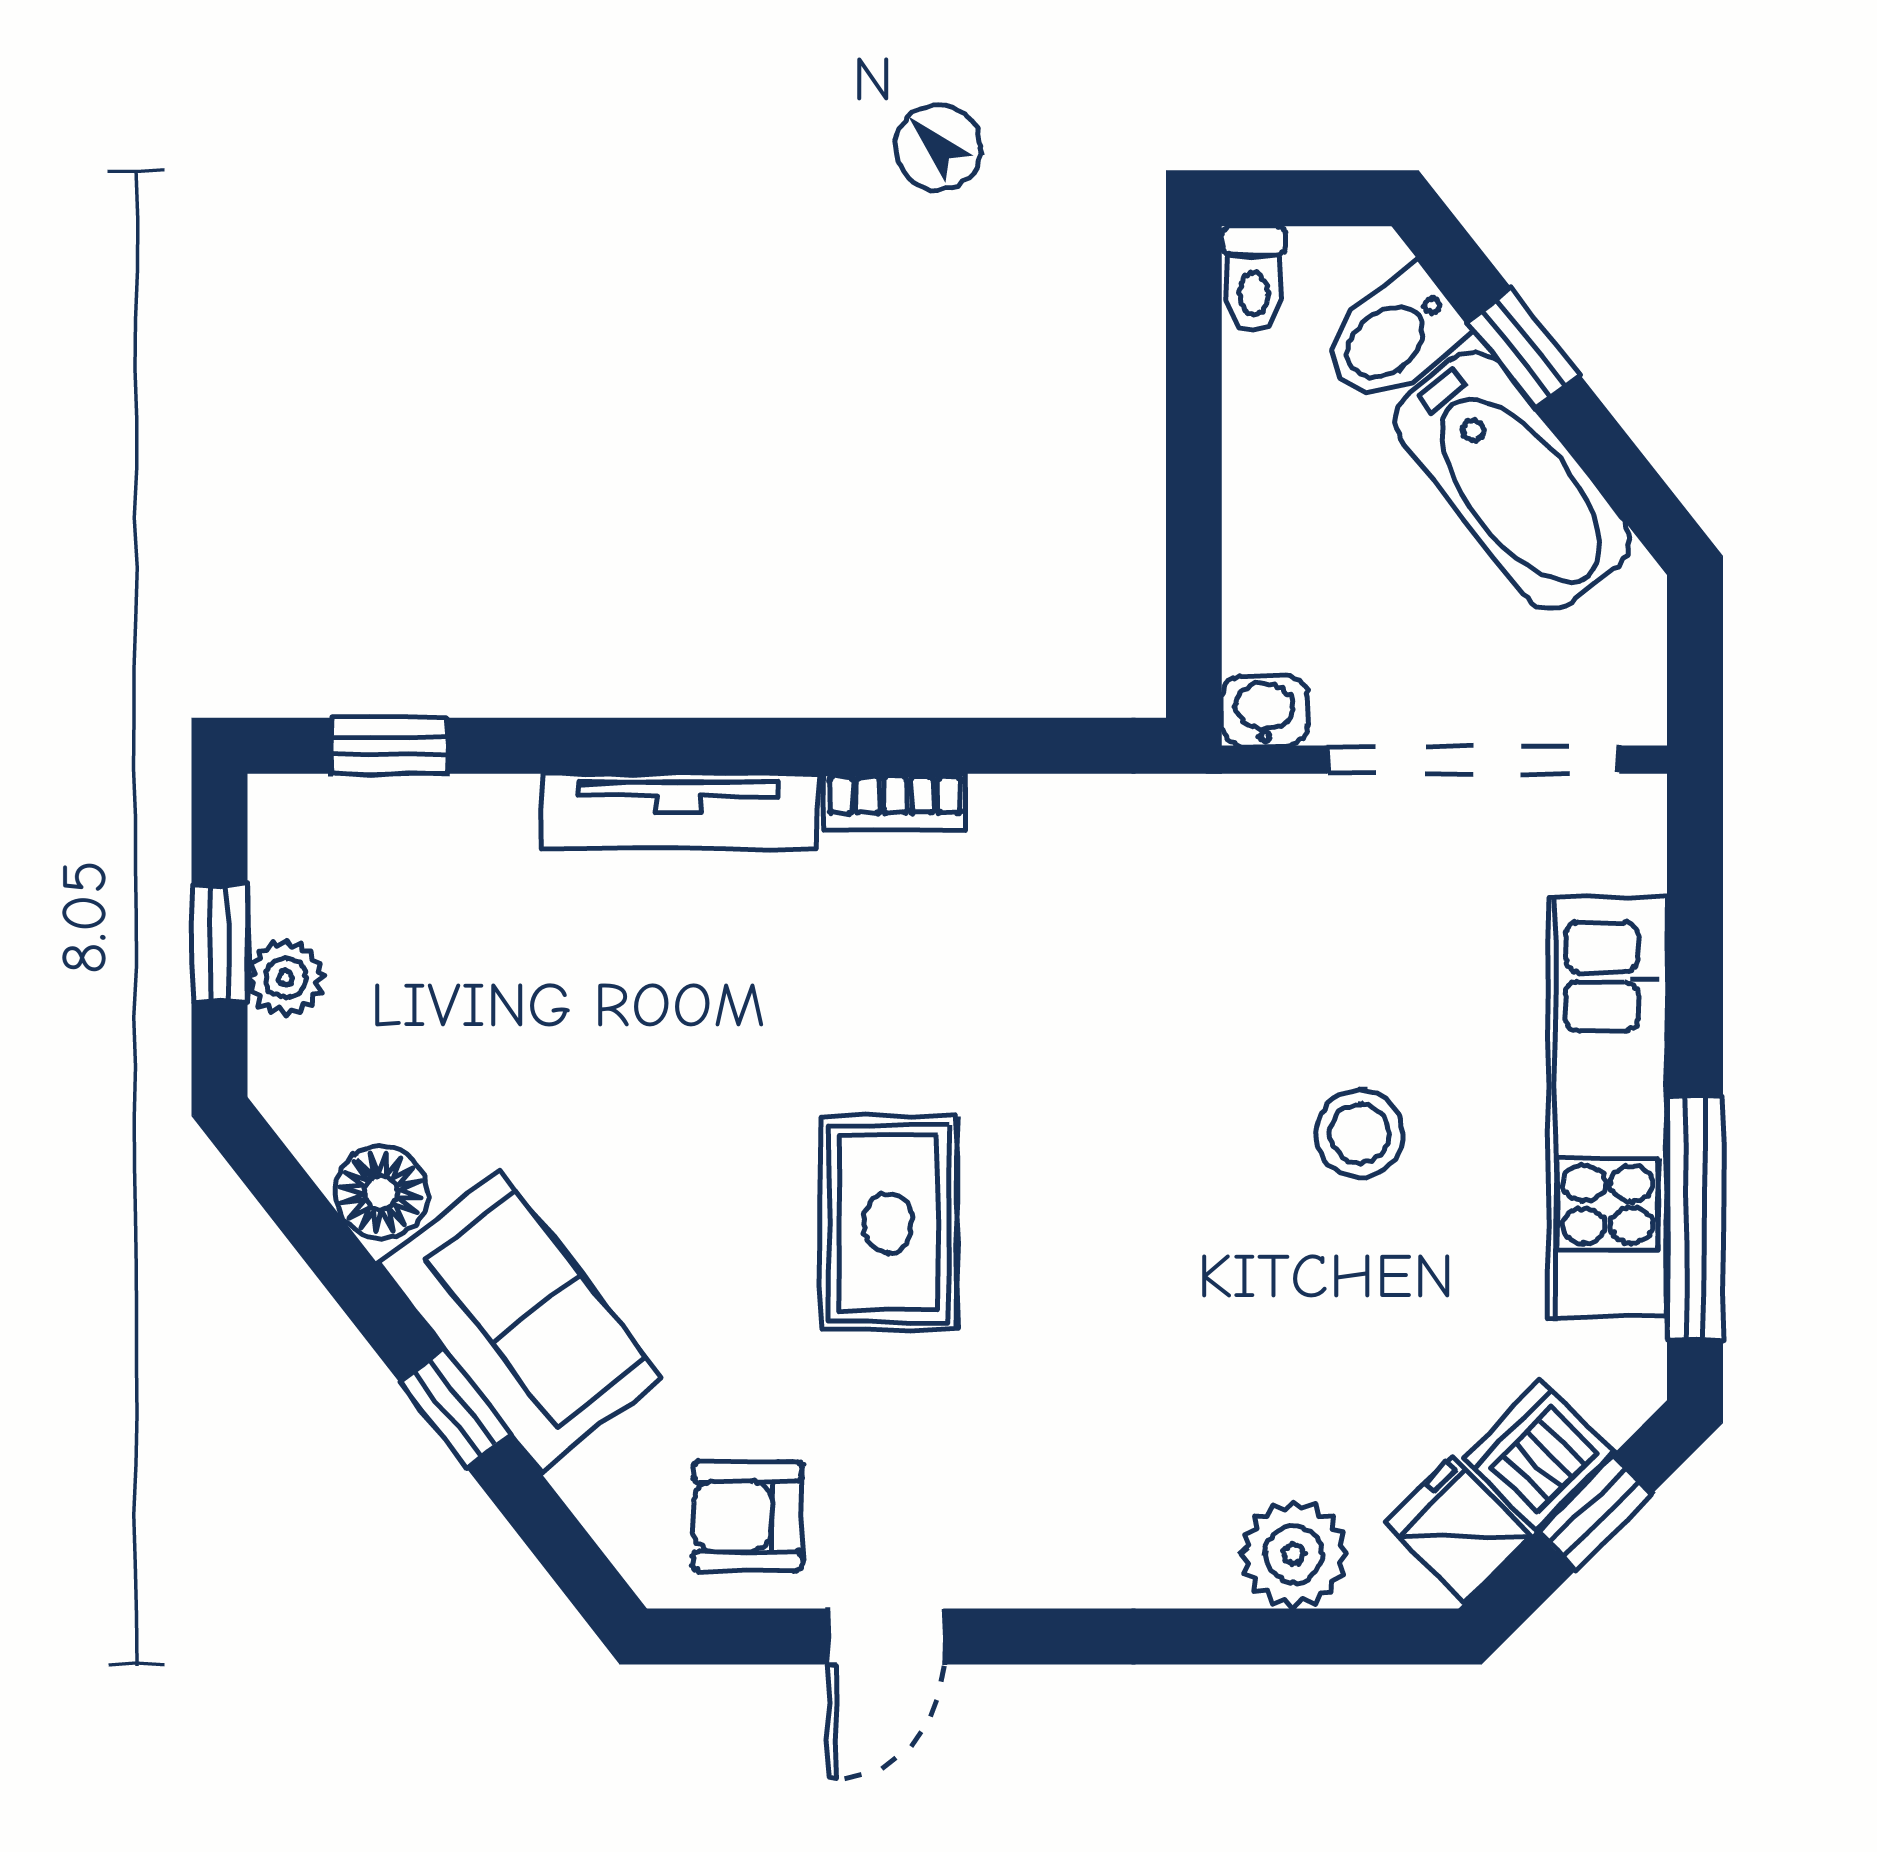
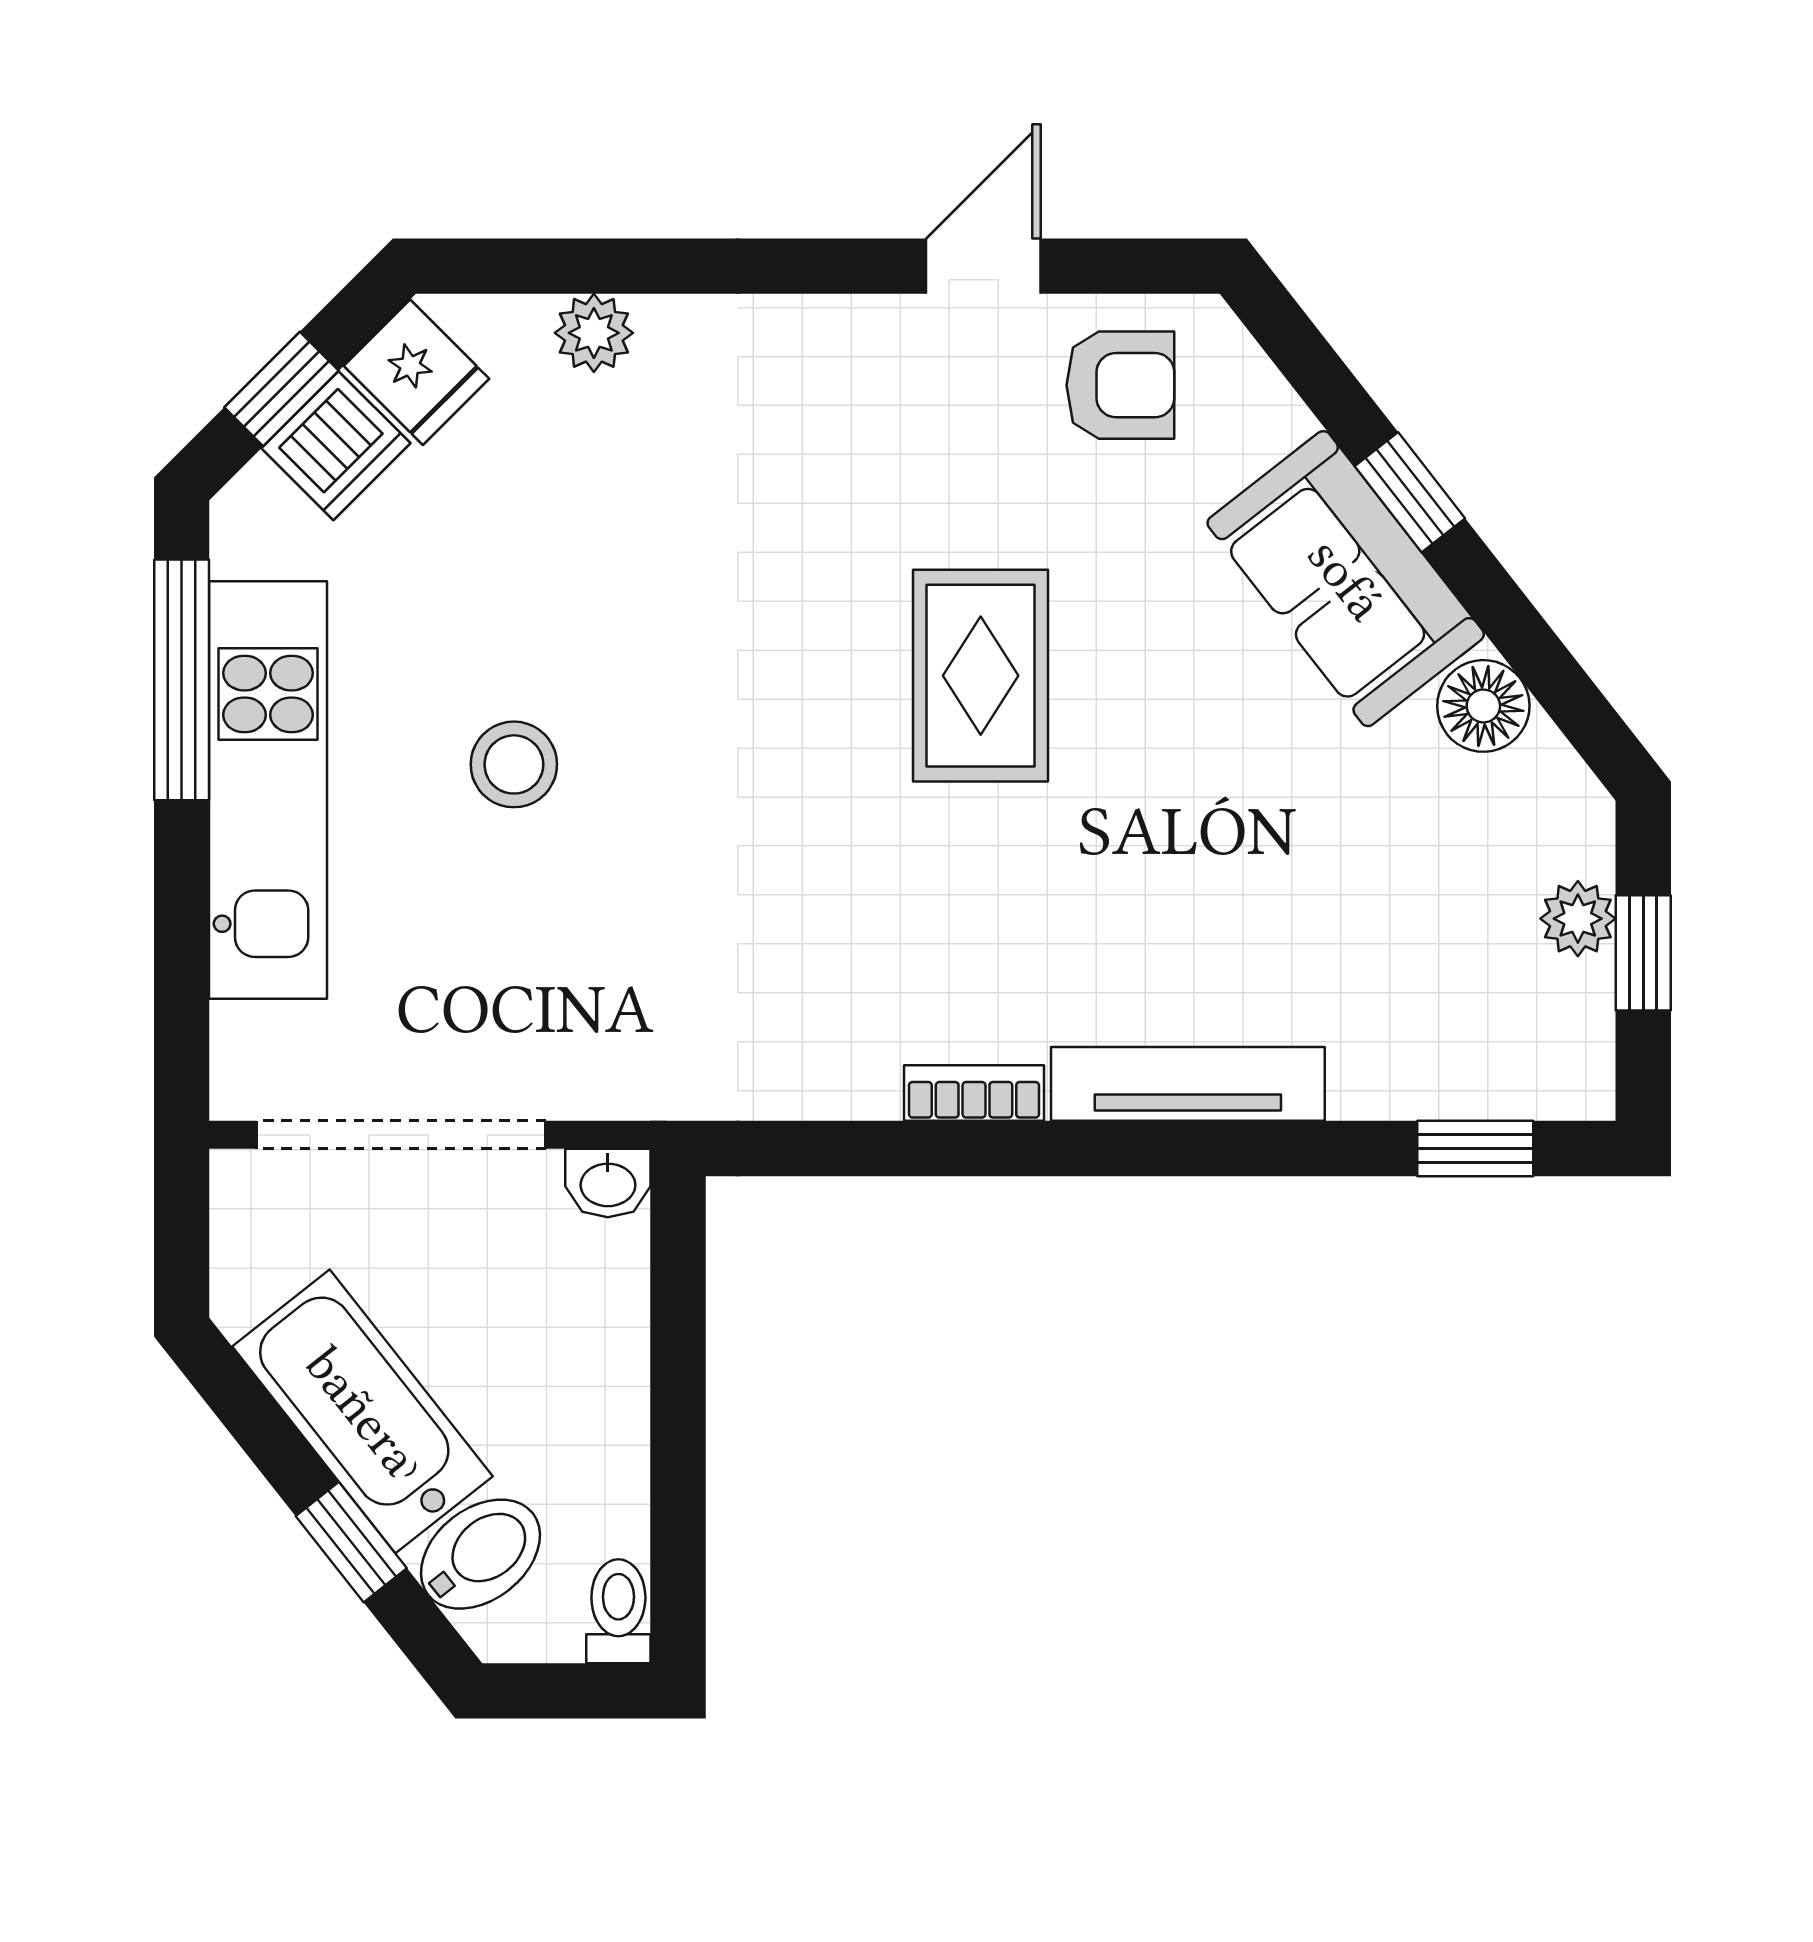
plant: (1294, 1554) -> (594, 333), width x0.73, depth x0.73

